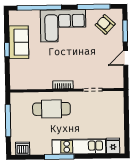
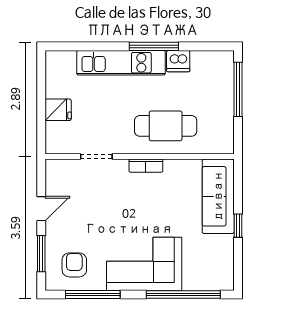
armchair: (105, 24) -> (74, 265), turned -133
sofa: (19, 42) -> (218, 196), moved, width x1.36
window: (8, 121) -> (238, 89), moved
fridge: (113, 146) -> (58, 110), moved, turned -90
dishwasher: (23, 148) -> (178, 61), moved

